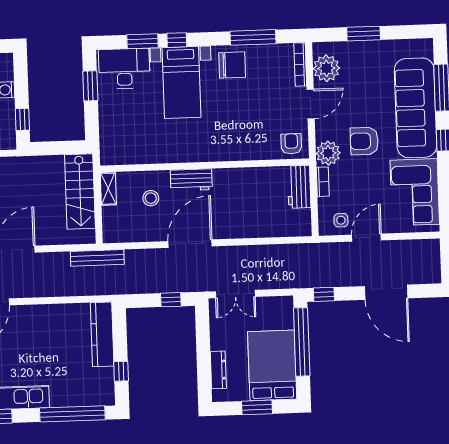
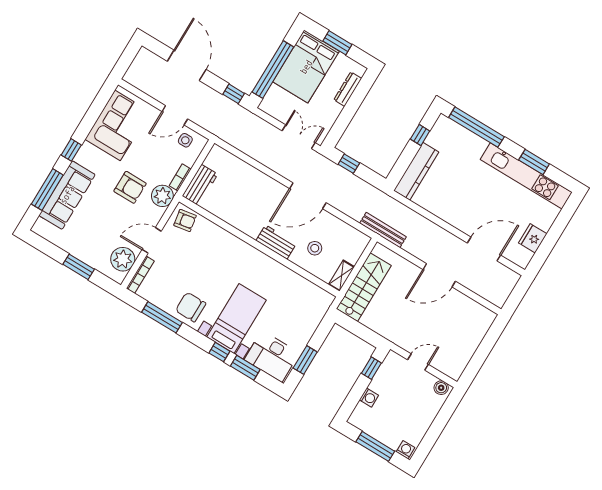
sofa: (416, 108) -> (67, 195), width x0.74, depth x0.79
armchair: (291, 144) -> (185, 220), turned -100

